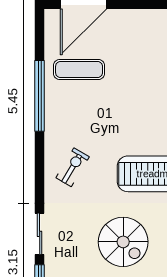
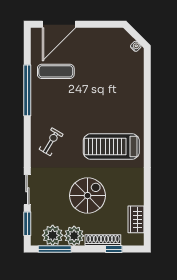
spiral stairs: (123, 242) -> (88, 196), turned -90

